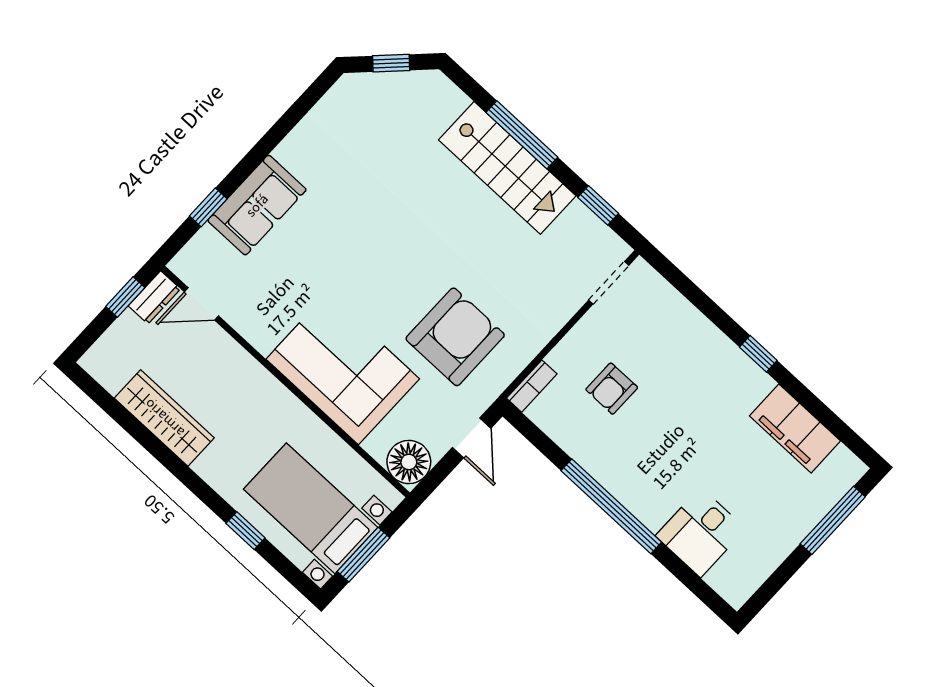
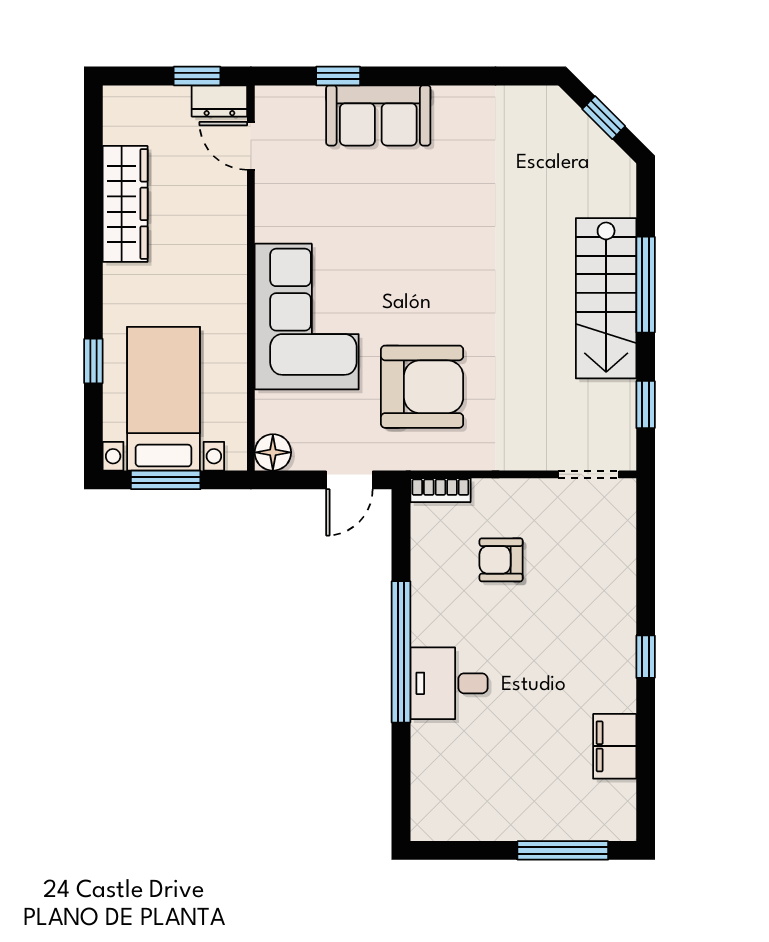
filing cabinet: (795, 428) -> (615, 746), width x0.67, depth x0.86
floor lamp: (409, 462) -> (273, 452), width x0.73, depth x0.73
desk: (701, 532) -> (449, 683), moved

